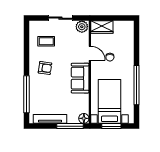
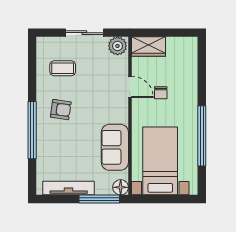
sofa: (80, 78) -> (115, 147), moved
window: (26, 94) -> (32, 130), moved
window: (111, 126) -> (163, 199), removed

